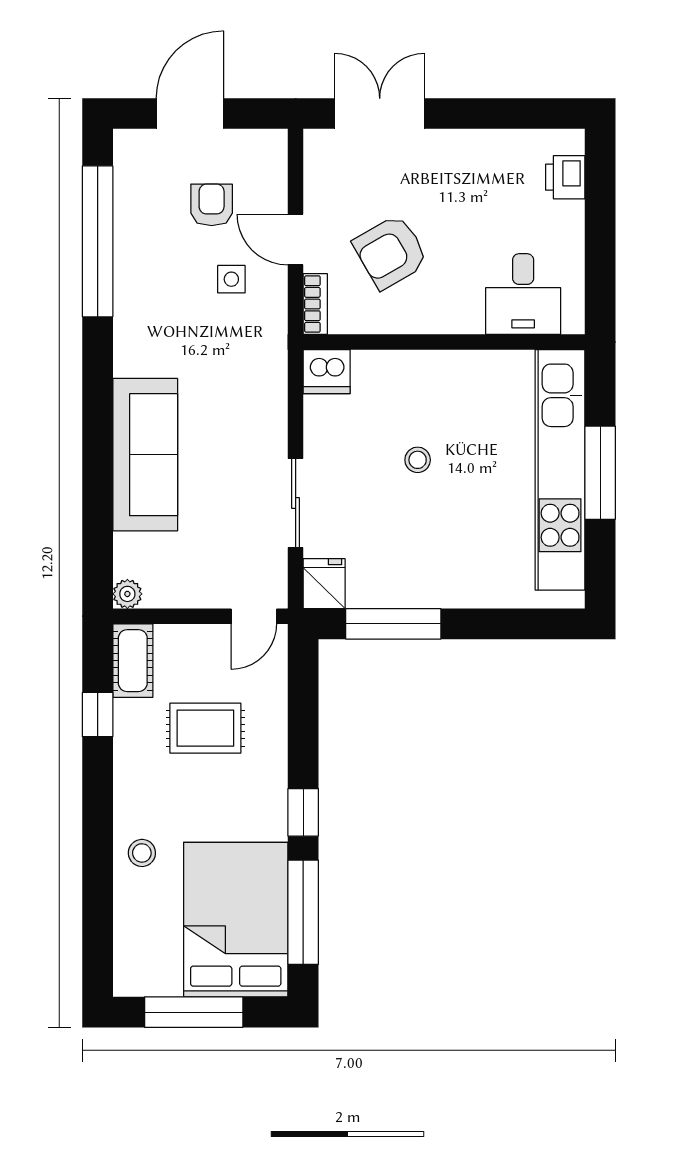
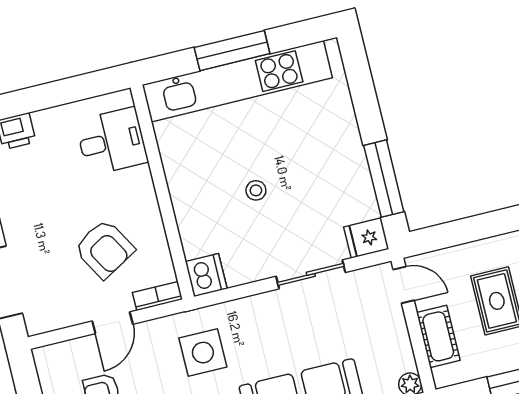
side table: (231, 279) -> (203, 353), moved, width x1.87, depth x1.87
cot: (133, 661) -> (438, 336), moved, turned 90

